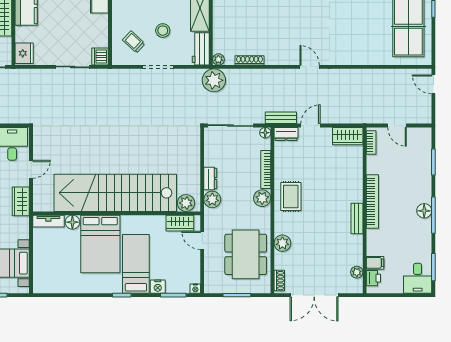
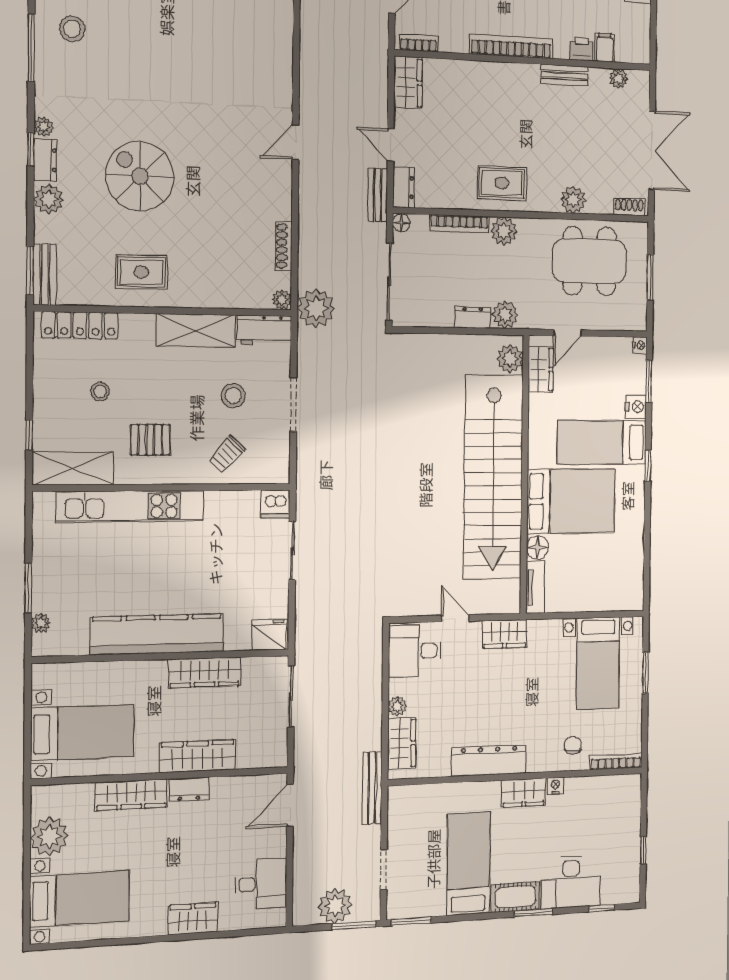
trolley: (134, 42) -> (227, 454), moved
bench: (357, 218) -> (564, 75), moved
printer: (373, 278) -> (582, 49), moved

